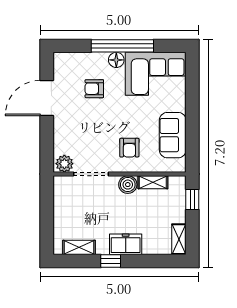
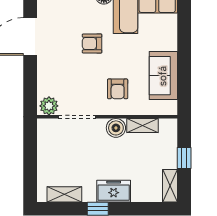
armchair: (94, 89) -> (92, 44), moved
window: (192, 200) -> (184, 158), moved

